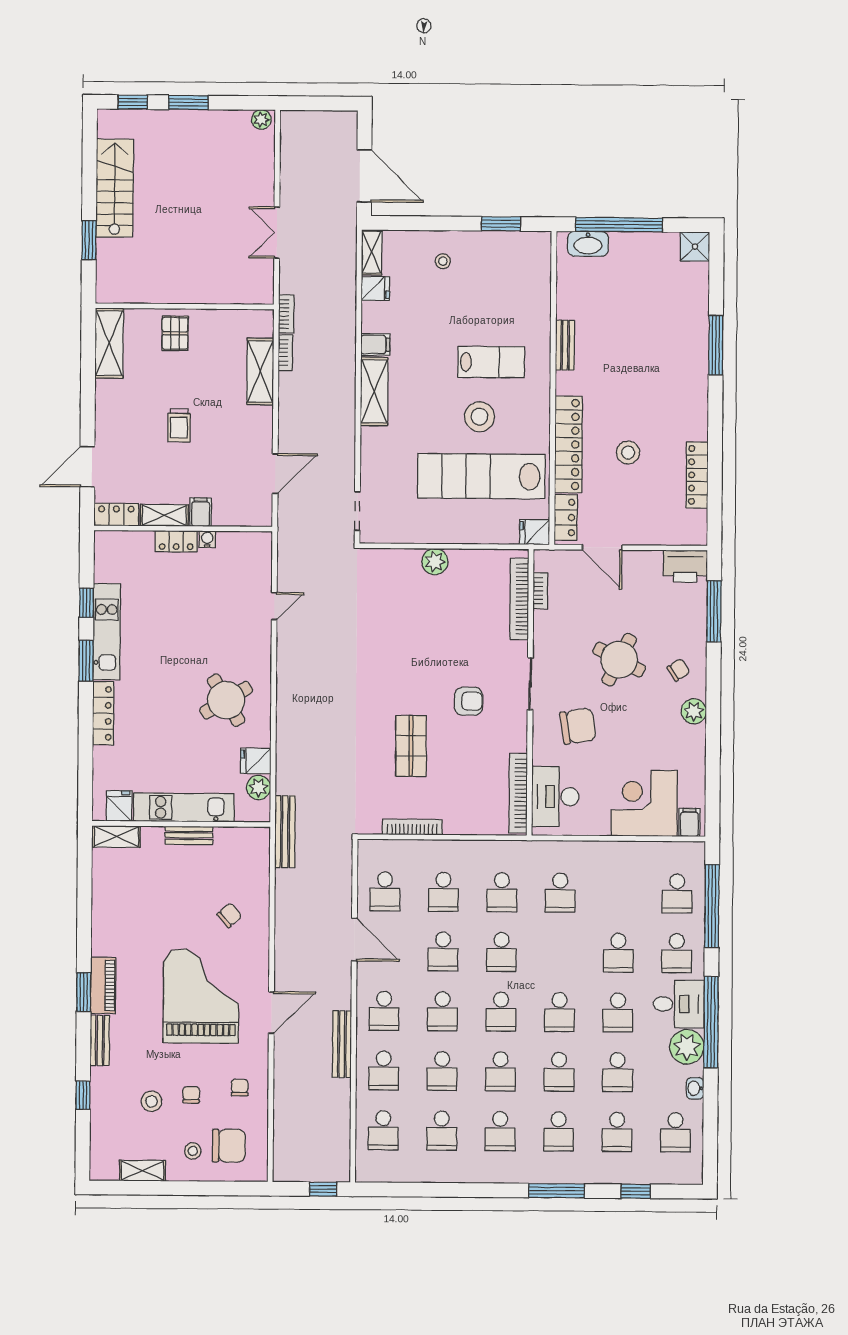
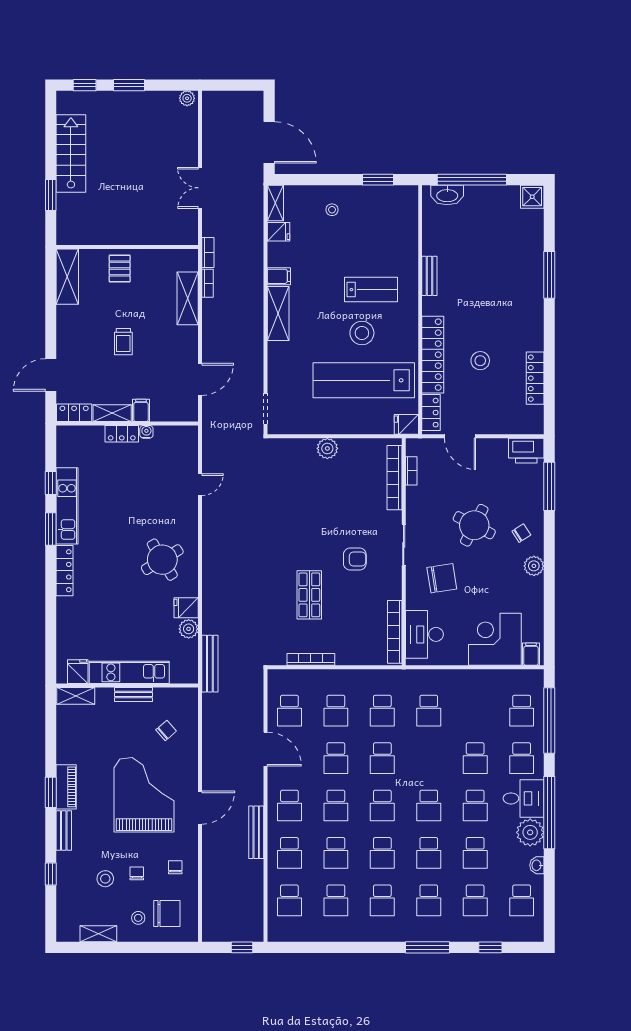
fridge: (119, 806) -> (78, 672), moved
kitchen unit: (184, 807) -> (129, 672), moved
wall: (181, 824) -> (127, 685), moved
bench: (189, 835) -> (134, 694), moved
shelving: (116, 836) -> (76, 696), moved

